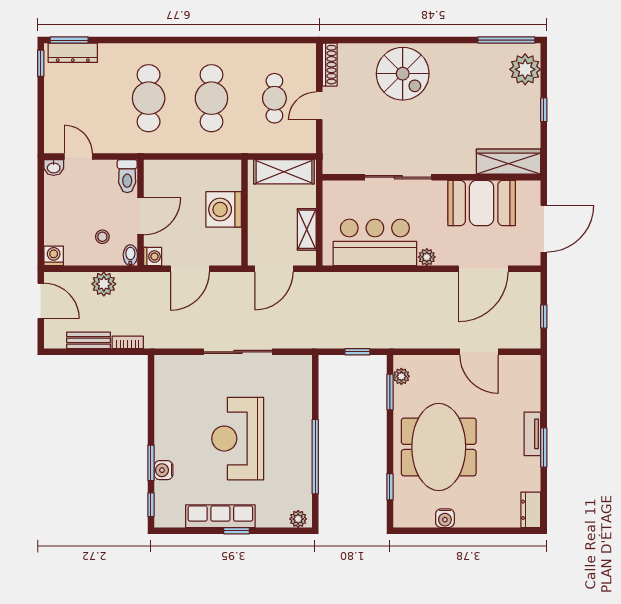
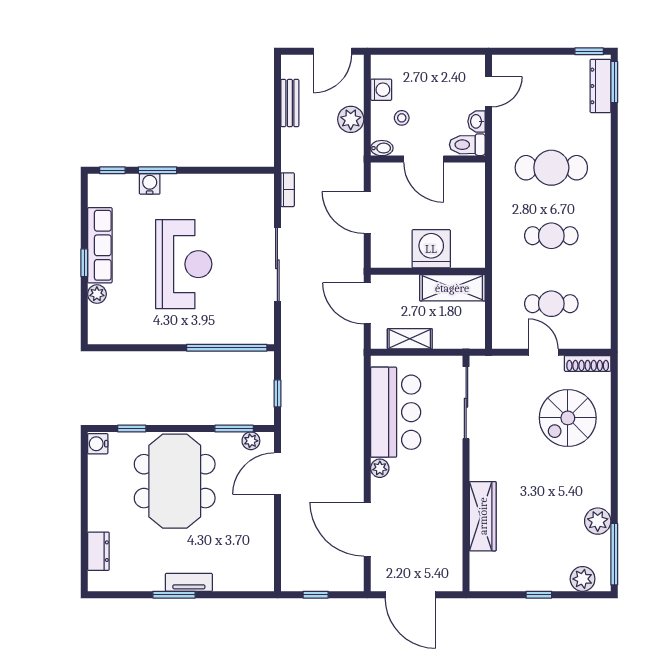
plant: (476, 55) -> (598, 521), added
plant: (525, 69) -> (583, 579), width x0.73, depth x0.73
spiral stairs: (403, 74) -> (568, 418), moved
cafe table: (211, 98) -> (551, 236), width x0.73, depth x0.74
wardrobe: (509, 162) -> (483, 516), moved
washbasin: (54, 167) -> (477, 121), moved
shelving: (284, 172) -> (452, 288), moved, turned 90
sliding door: (398, 177) -> (466, 403), moved
booth: (482, 203) -> (438, 527), removed
washing machine: (54, 256) -> (381, 90), moved
washing machine: (153, 257) -> (380, 172), removed
bookcase: (128, 342) -> (288, 190), moved
door: (479, 352) -> (277, 474), moved
reception desk: (238, 439) -> (184, 264), turned 90
meeting table: (439, 447) -> (175, 481), turned 90
window: (315, 457) -> (227, 348), moved
dresser: (531, 510) -> (98, 551), moved, turned 90
water cooler: (445, 518) -> (98, 444), moved
plant: (298, 519) -> (97, 294), moved

